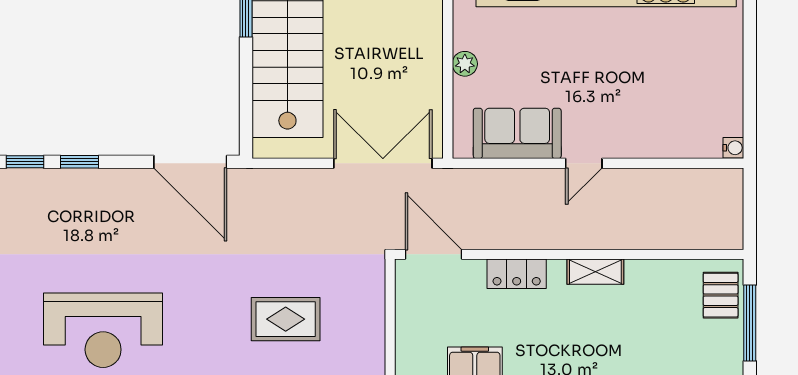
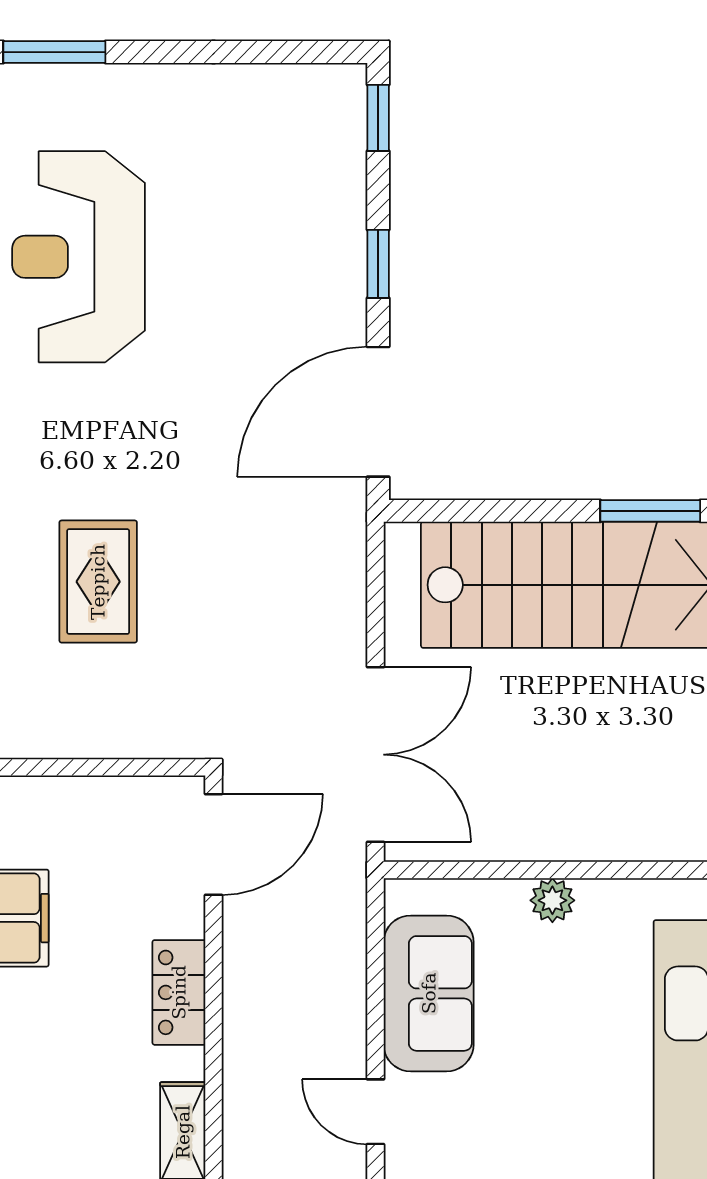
window: (80, 162) -> (378, 264), moved

